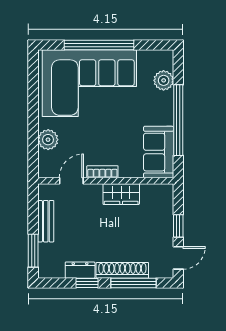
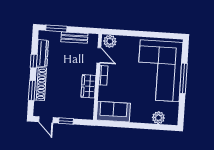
window: (99, 45) -> (183, 78), width x0.68
window: (178, 120) -> (133, 125), removed
plant: (48, 140) -> (110, 41), moved
dresser: (80, 270) -> (42, 53), width x1.44
window: (134, 283) -> (32, 90), width x0.69

